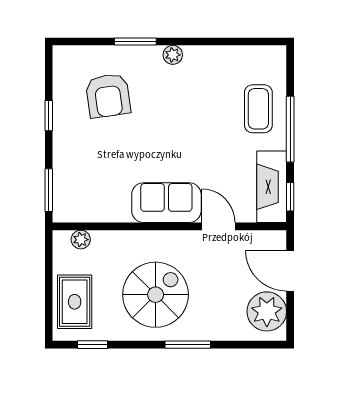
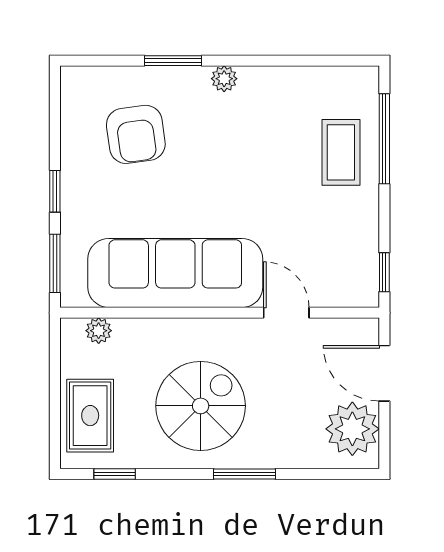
window: (49, 116) -> (55, 191), moved
window: (290, 129) -> (384, 139), moved
fireplace: (272, 187) -> (359, 259), removed
sofa: (166, 203) -> (175, 273), width x1.85, depth x1.27

